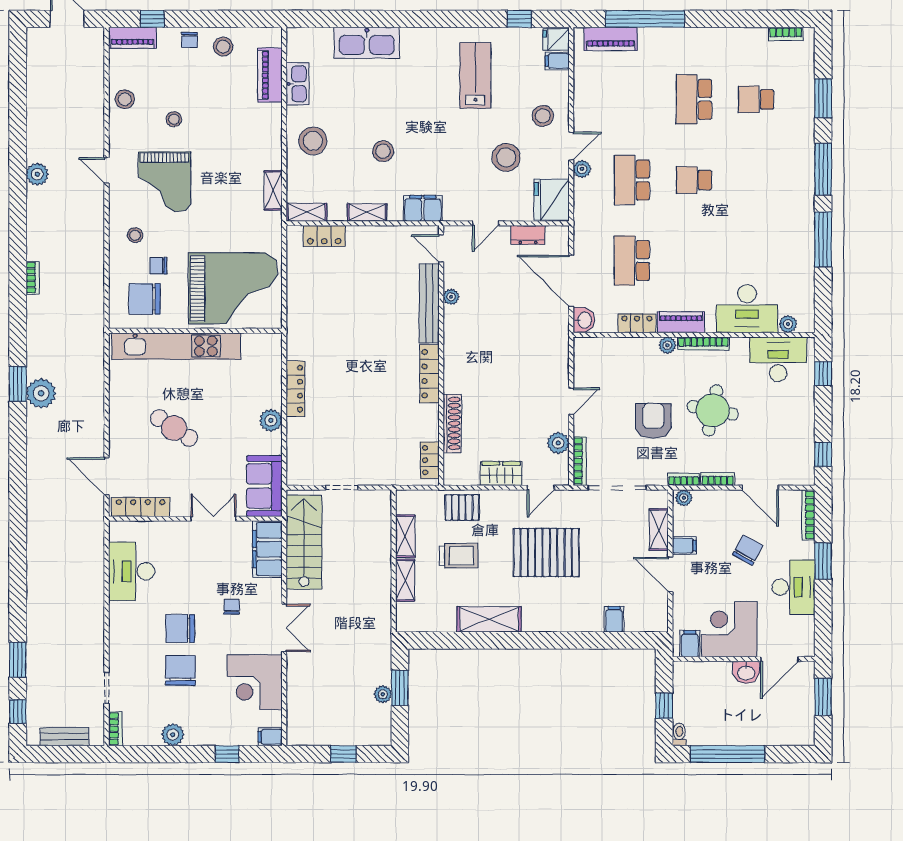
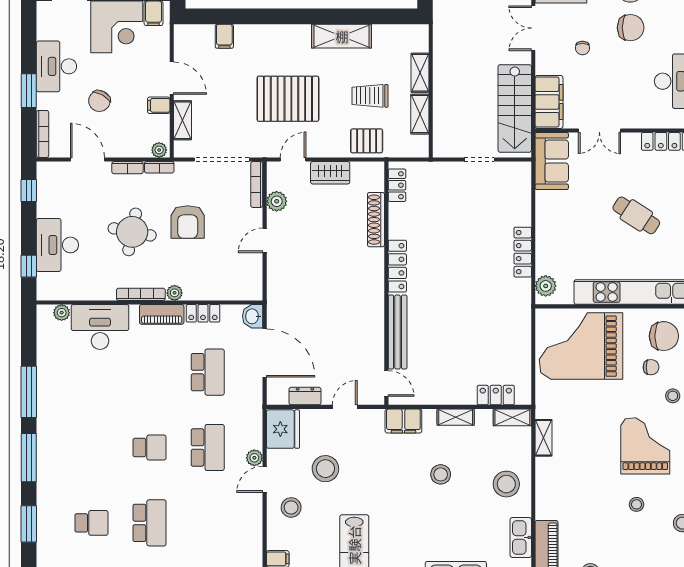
plant: (451, 297) -> (377, 338), removed
desk: (778, 359) -> (57, 245), moved, turned 90
plant: (271, 420) -> (546, 286), moved

